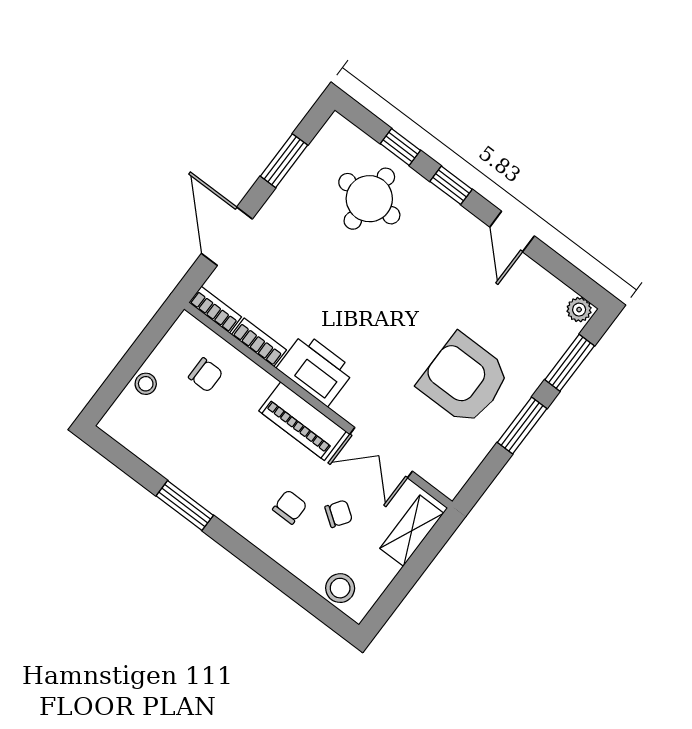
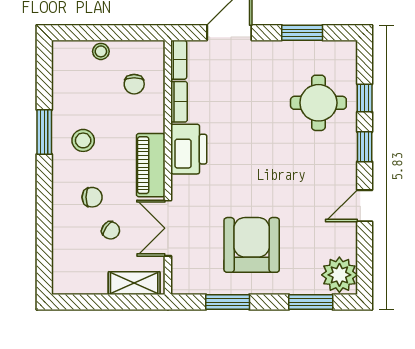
plant: (579, 310) -> (339, 275), width x1.88, depth x1.88
window: (522, 425) -> (228, 302), moved
stool: (340, 588) -> (83, 140), moved

